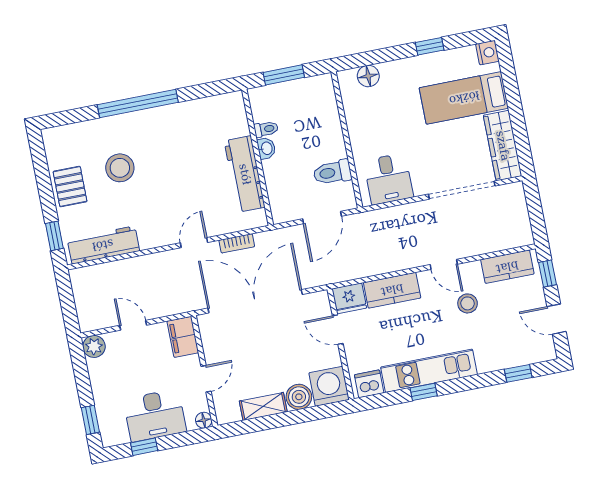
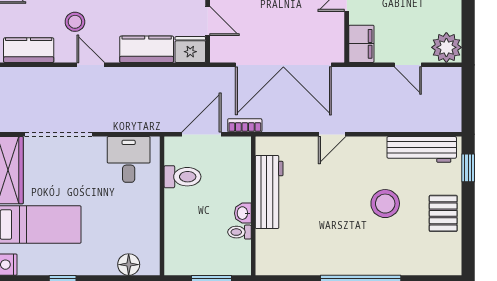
stool: (120, 168) -> (385, 204), moved
bookcase: (237, 243) -> (245, 125), moved
plant: (94, 346) -> (446, 47), width x1.36, depth x1.36

